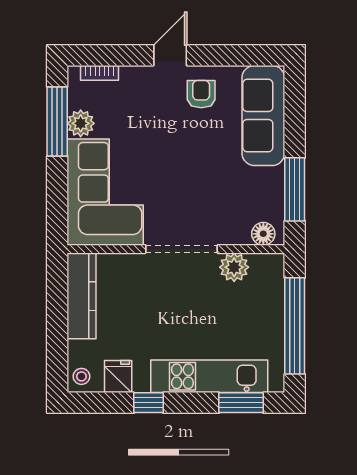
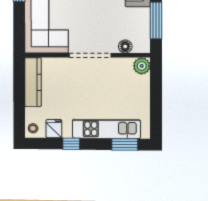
floor lamp: (263, 234) -> (125, 46), moved
plant: (234, 267) -> (142, 66), moved
window: (295, 326) -> (156, 100), removed

